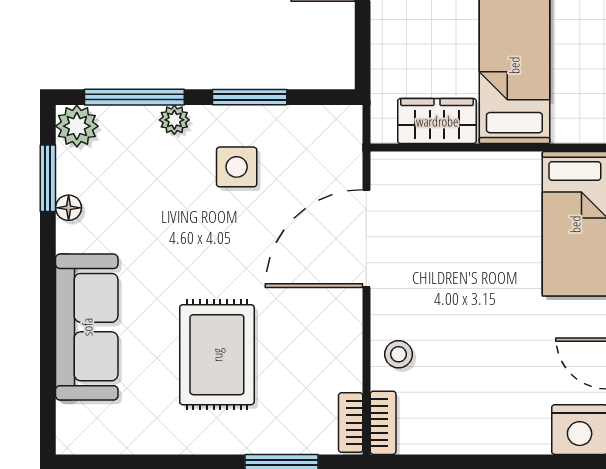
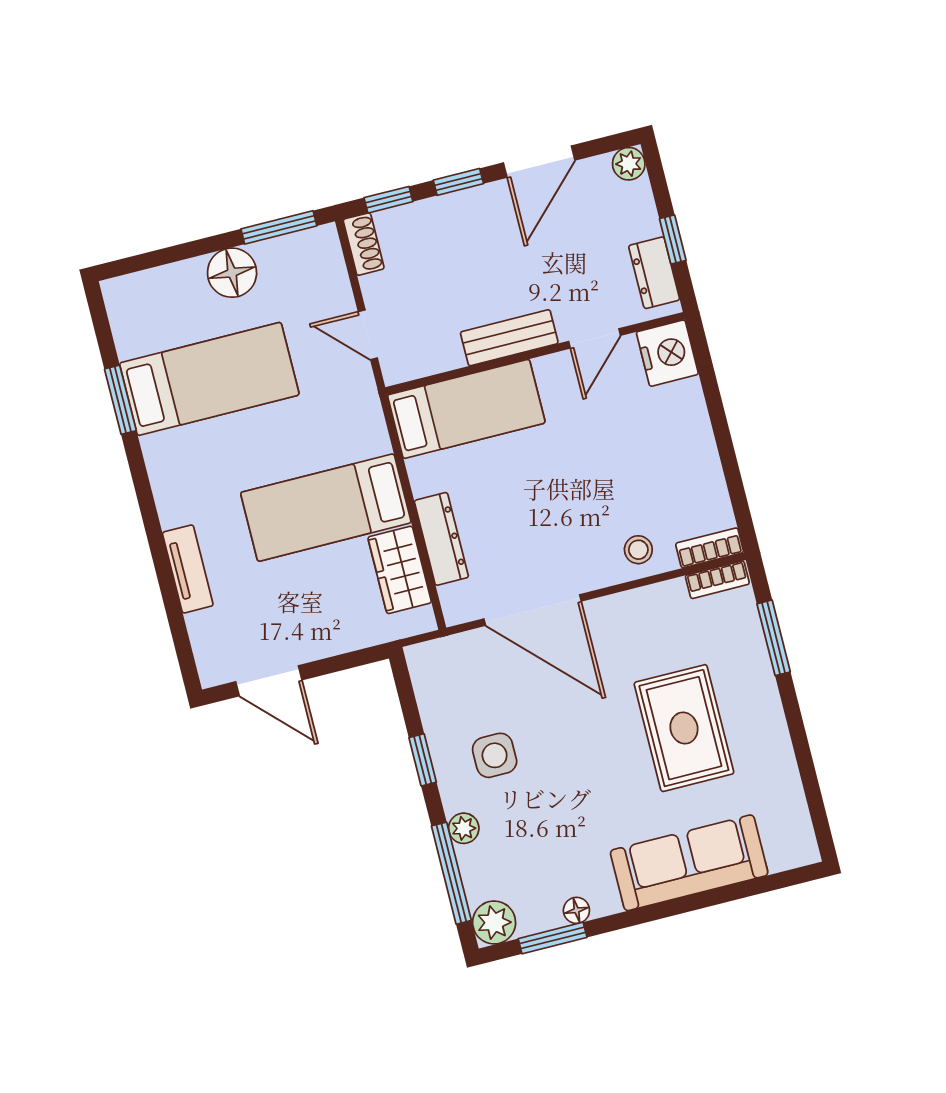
window: (250, 97) -> (423, 760), width x0.67
dresser: (456, 168) -> (441, 539), added
rug: (217, 355) -> (684, 728), turned 90

